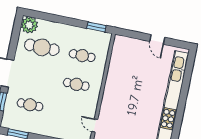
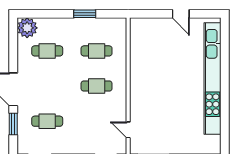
window: (97, 27) -> (85, 14), moved
cafe table: (42, 47) -> (47, 51), width x0.73, depth x0.74

